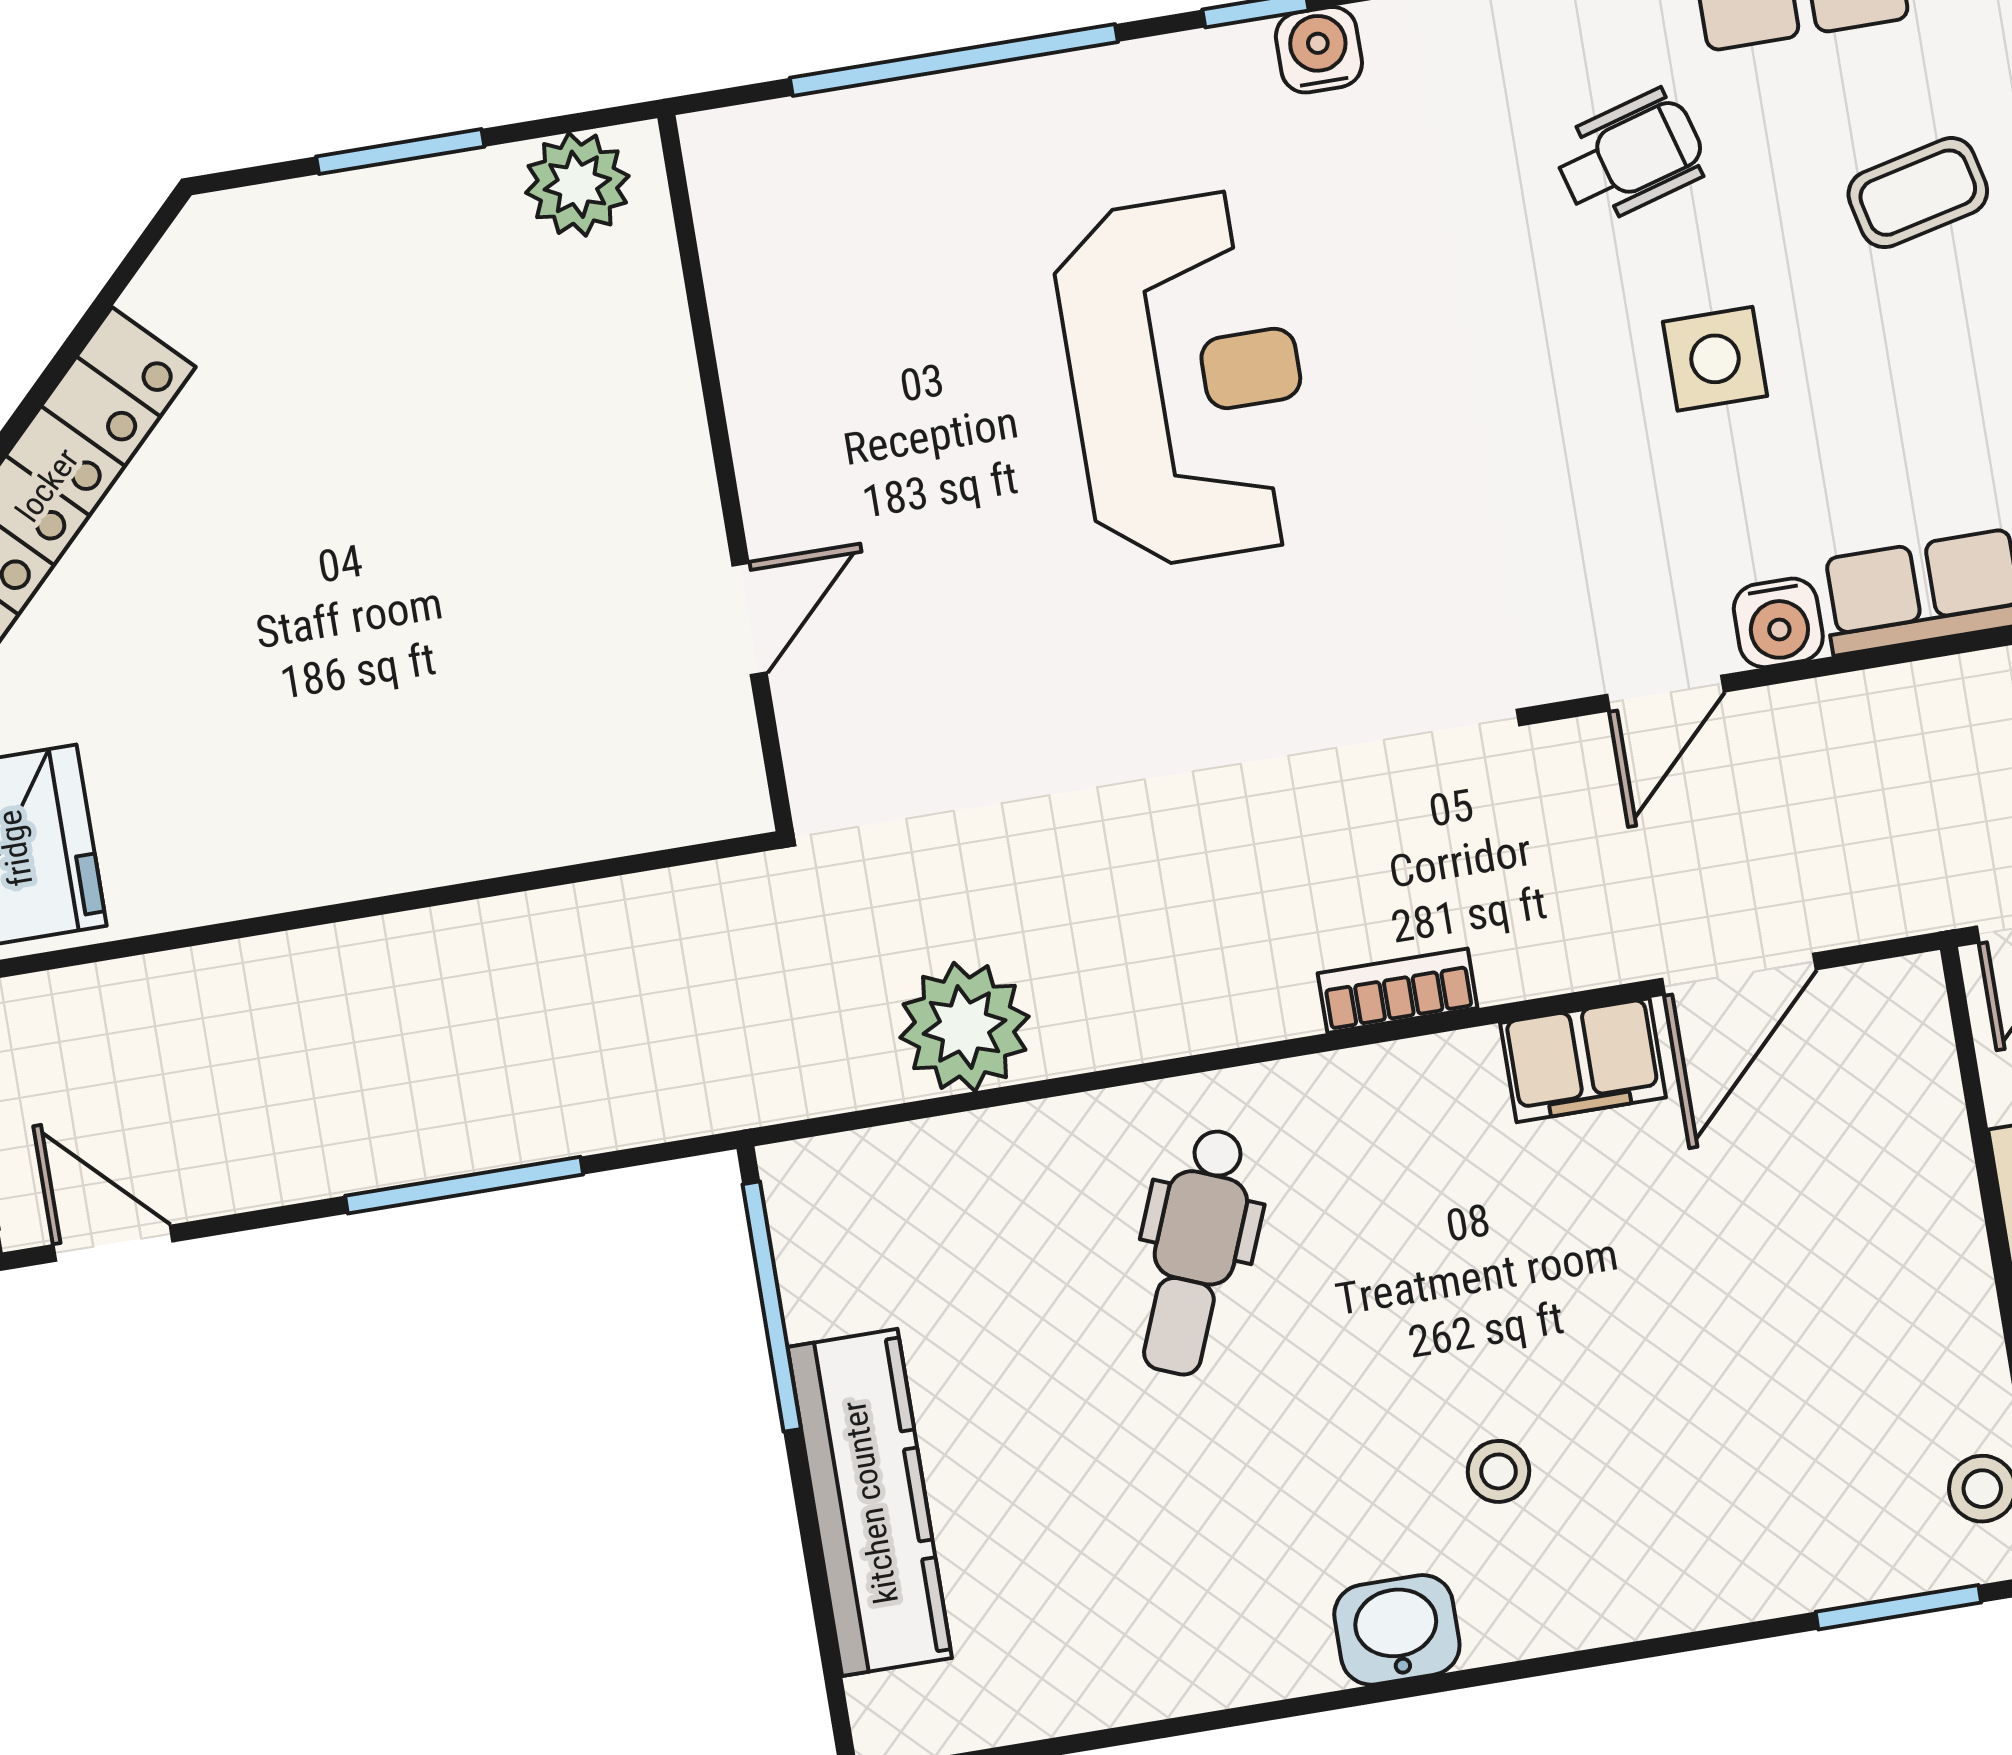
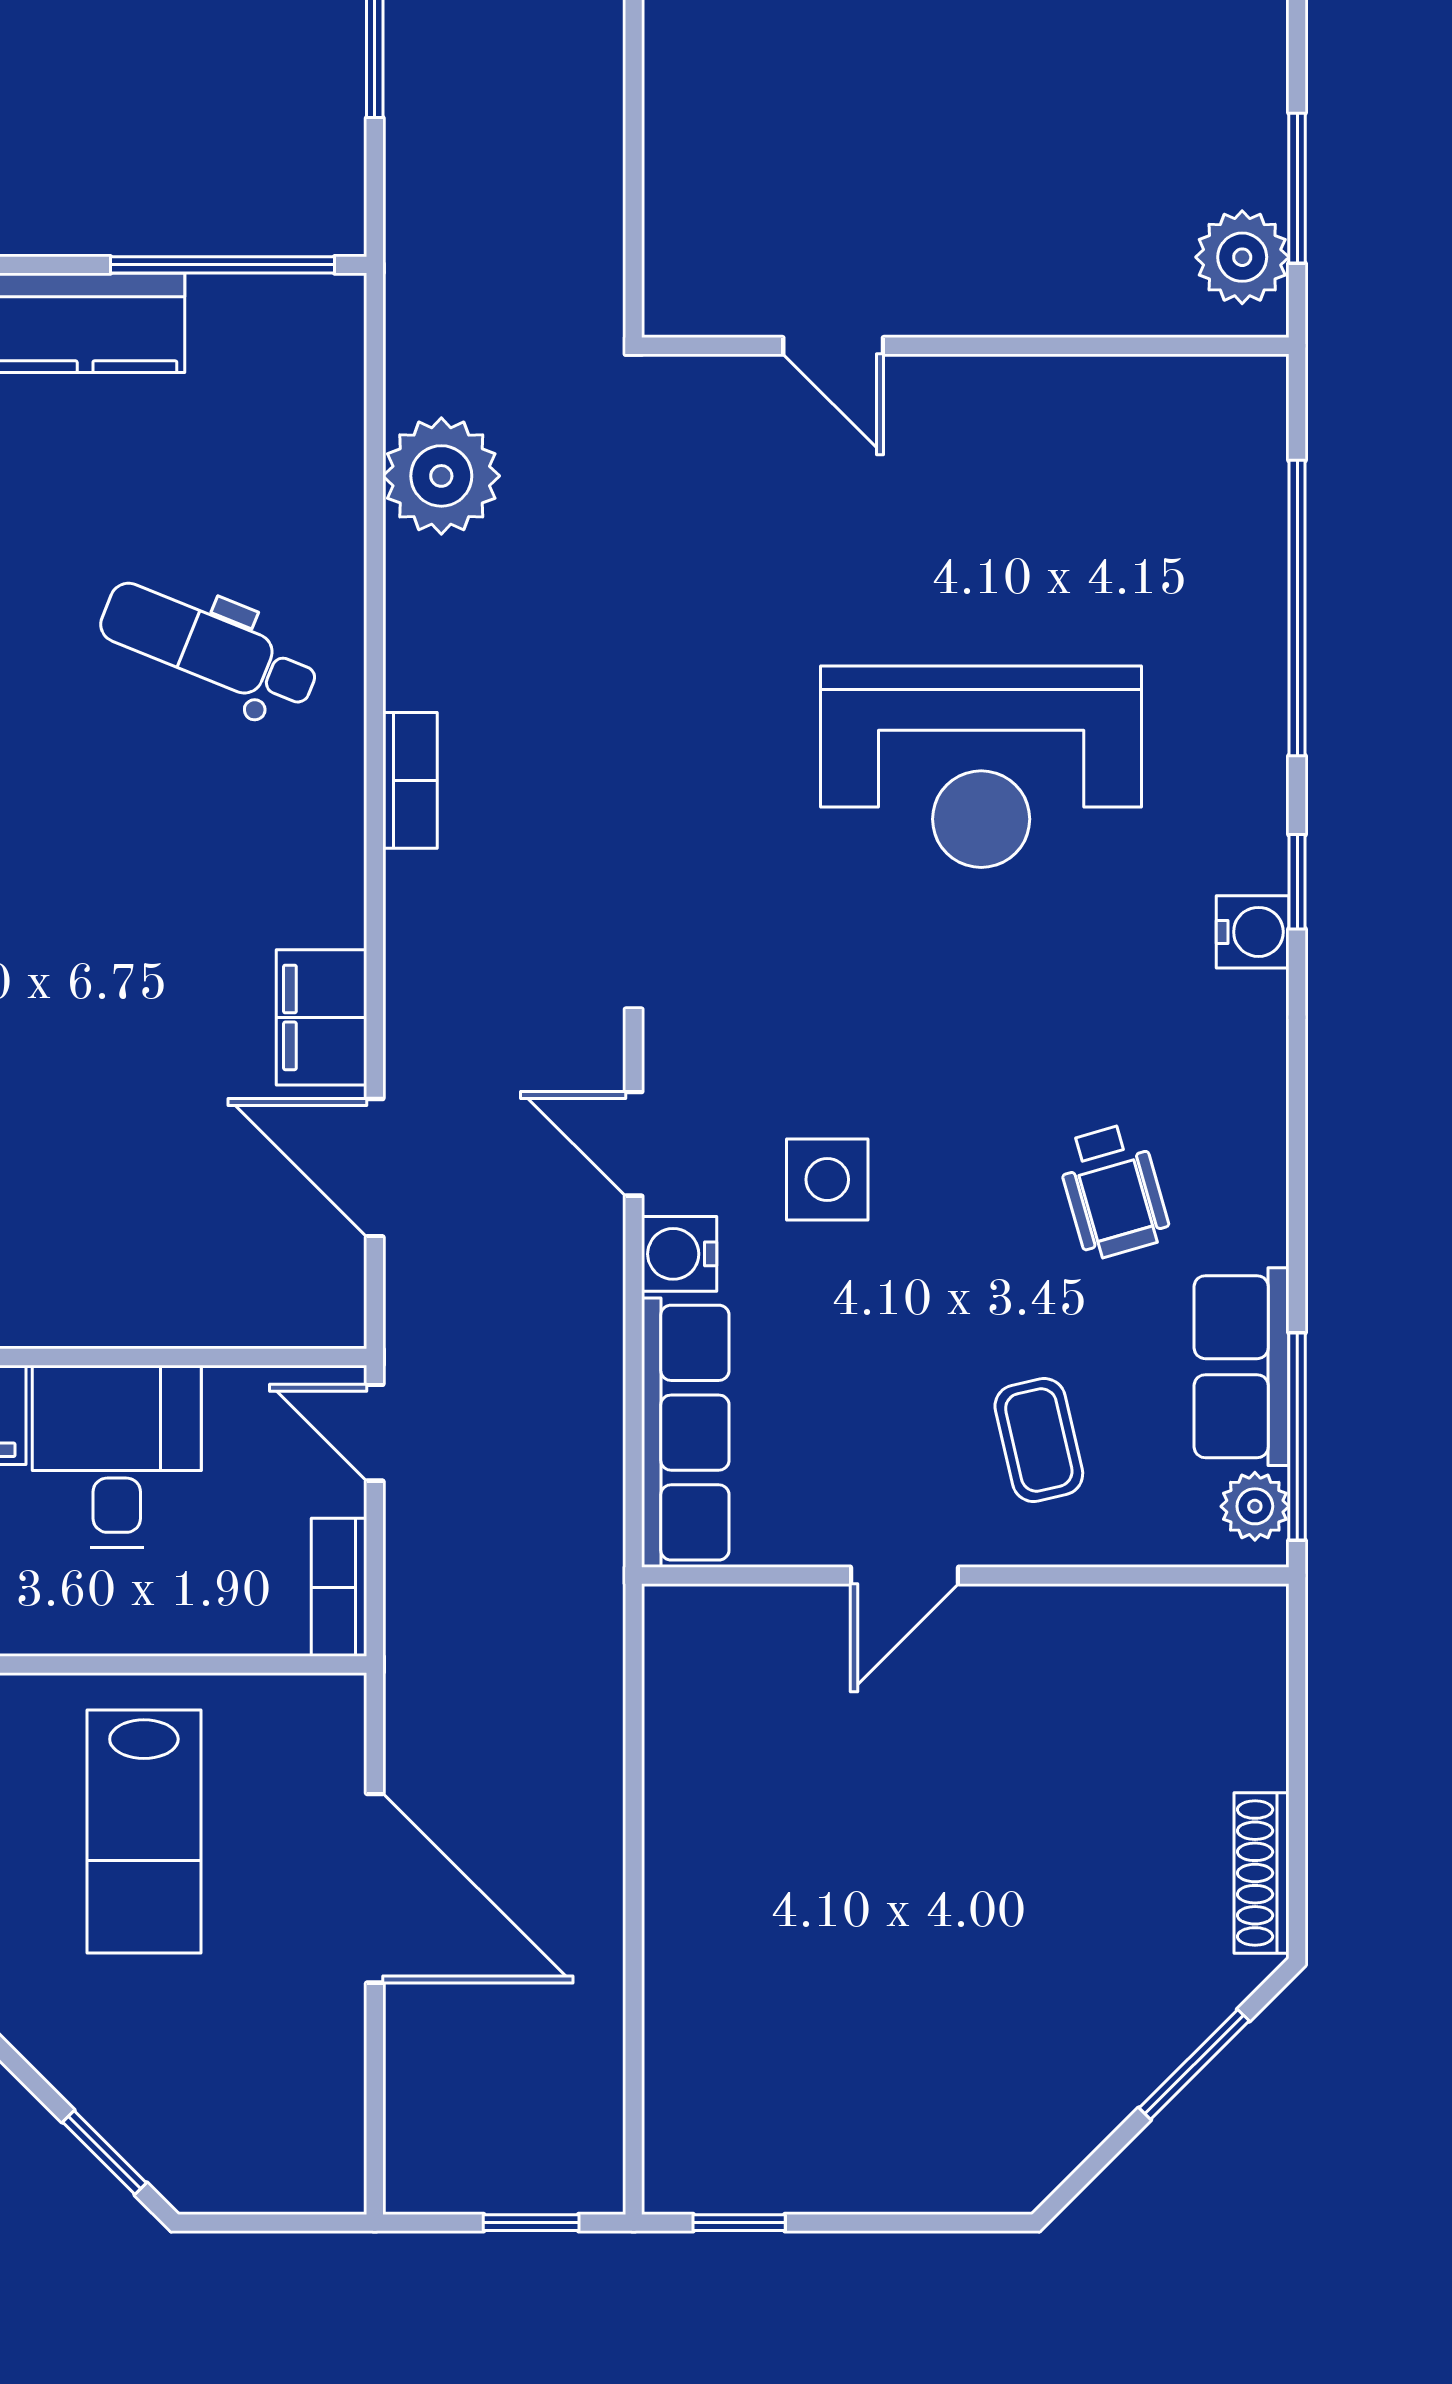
window: (400, 152) -> (1297, 188), moved
side table: (1715, 359) -> (827, 1180), moved
bookcase: (1398, 991) -> (410, 780), moved

